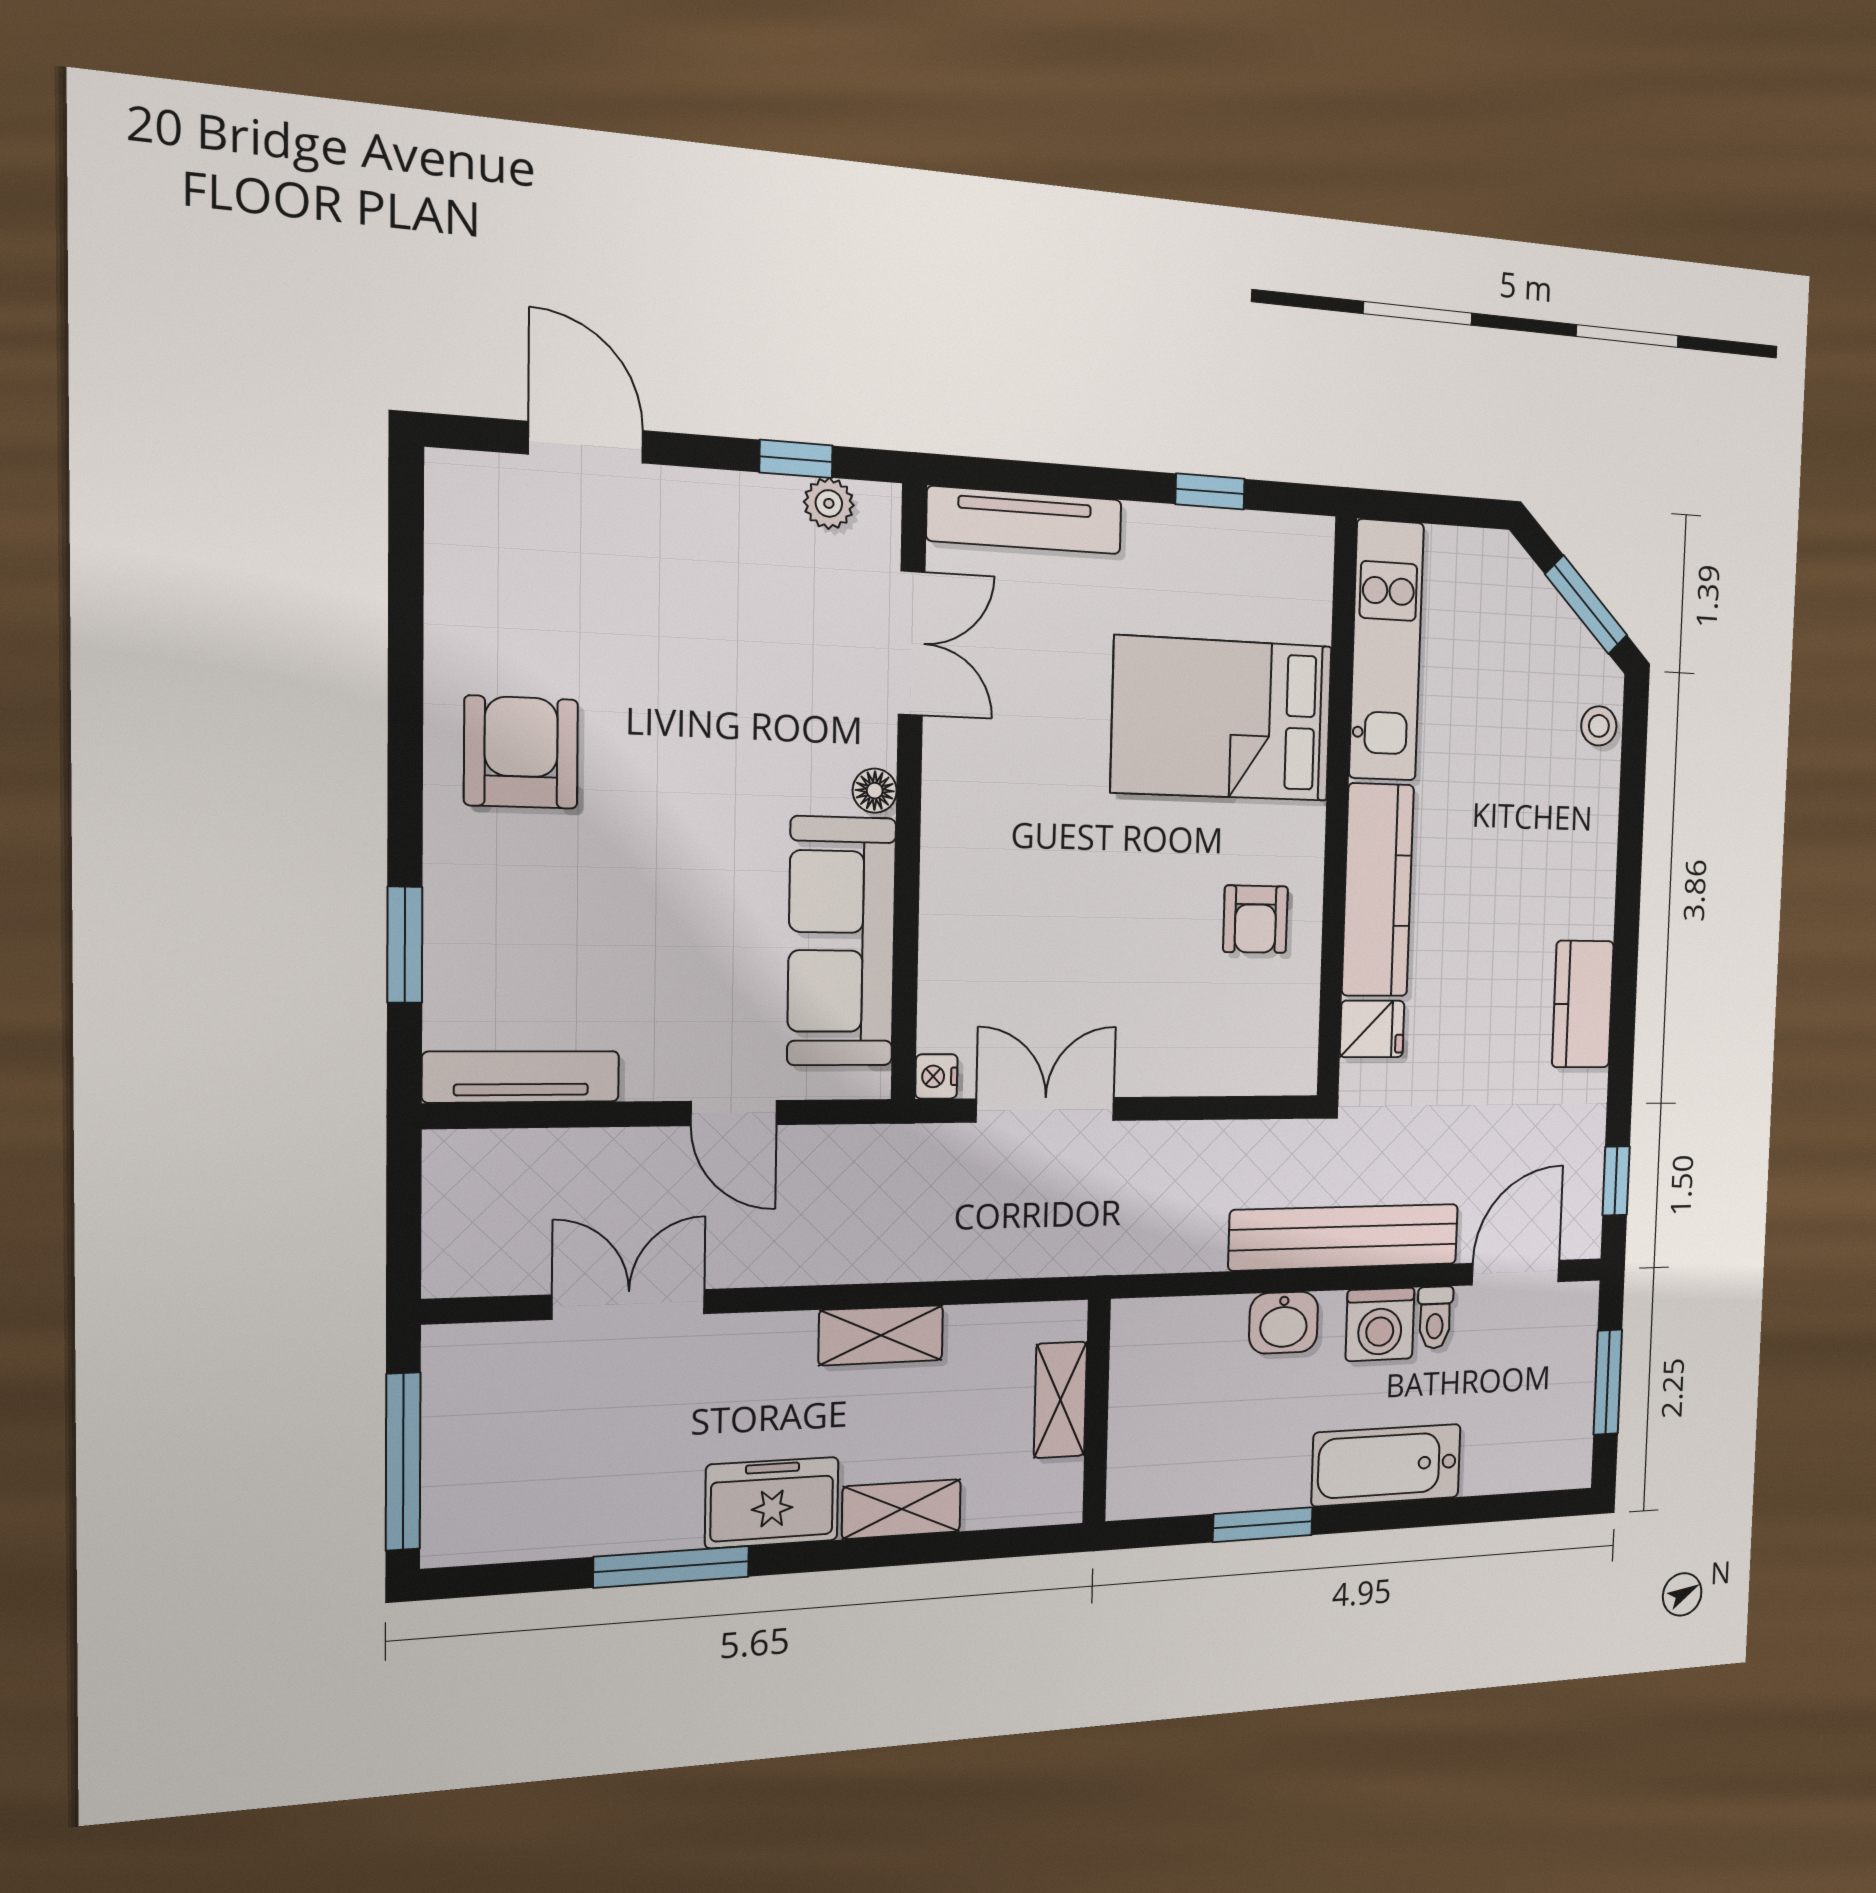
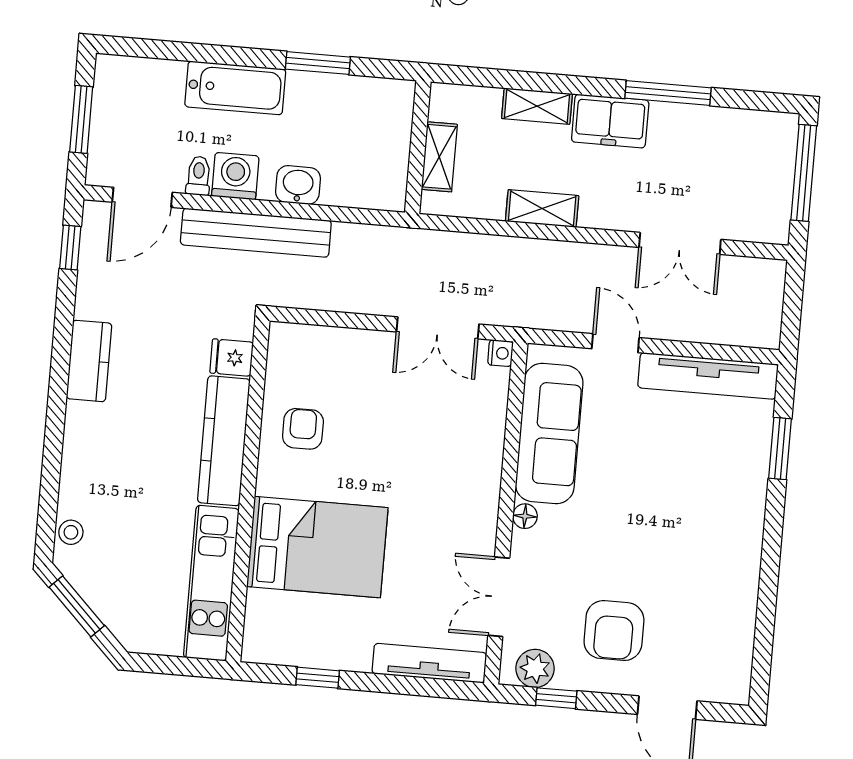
plant: (829, 503) -> (535, 668), width x1.38, depth x1.38
armchair: (521, 752) -> (614, 631), moved
tv unit: (521, 1077) -> (708, 376), width x1.36, depth x1.29

